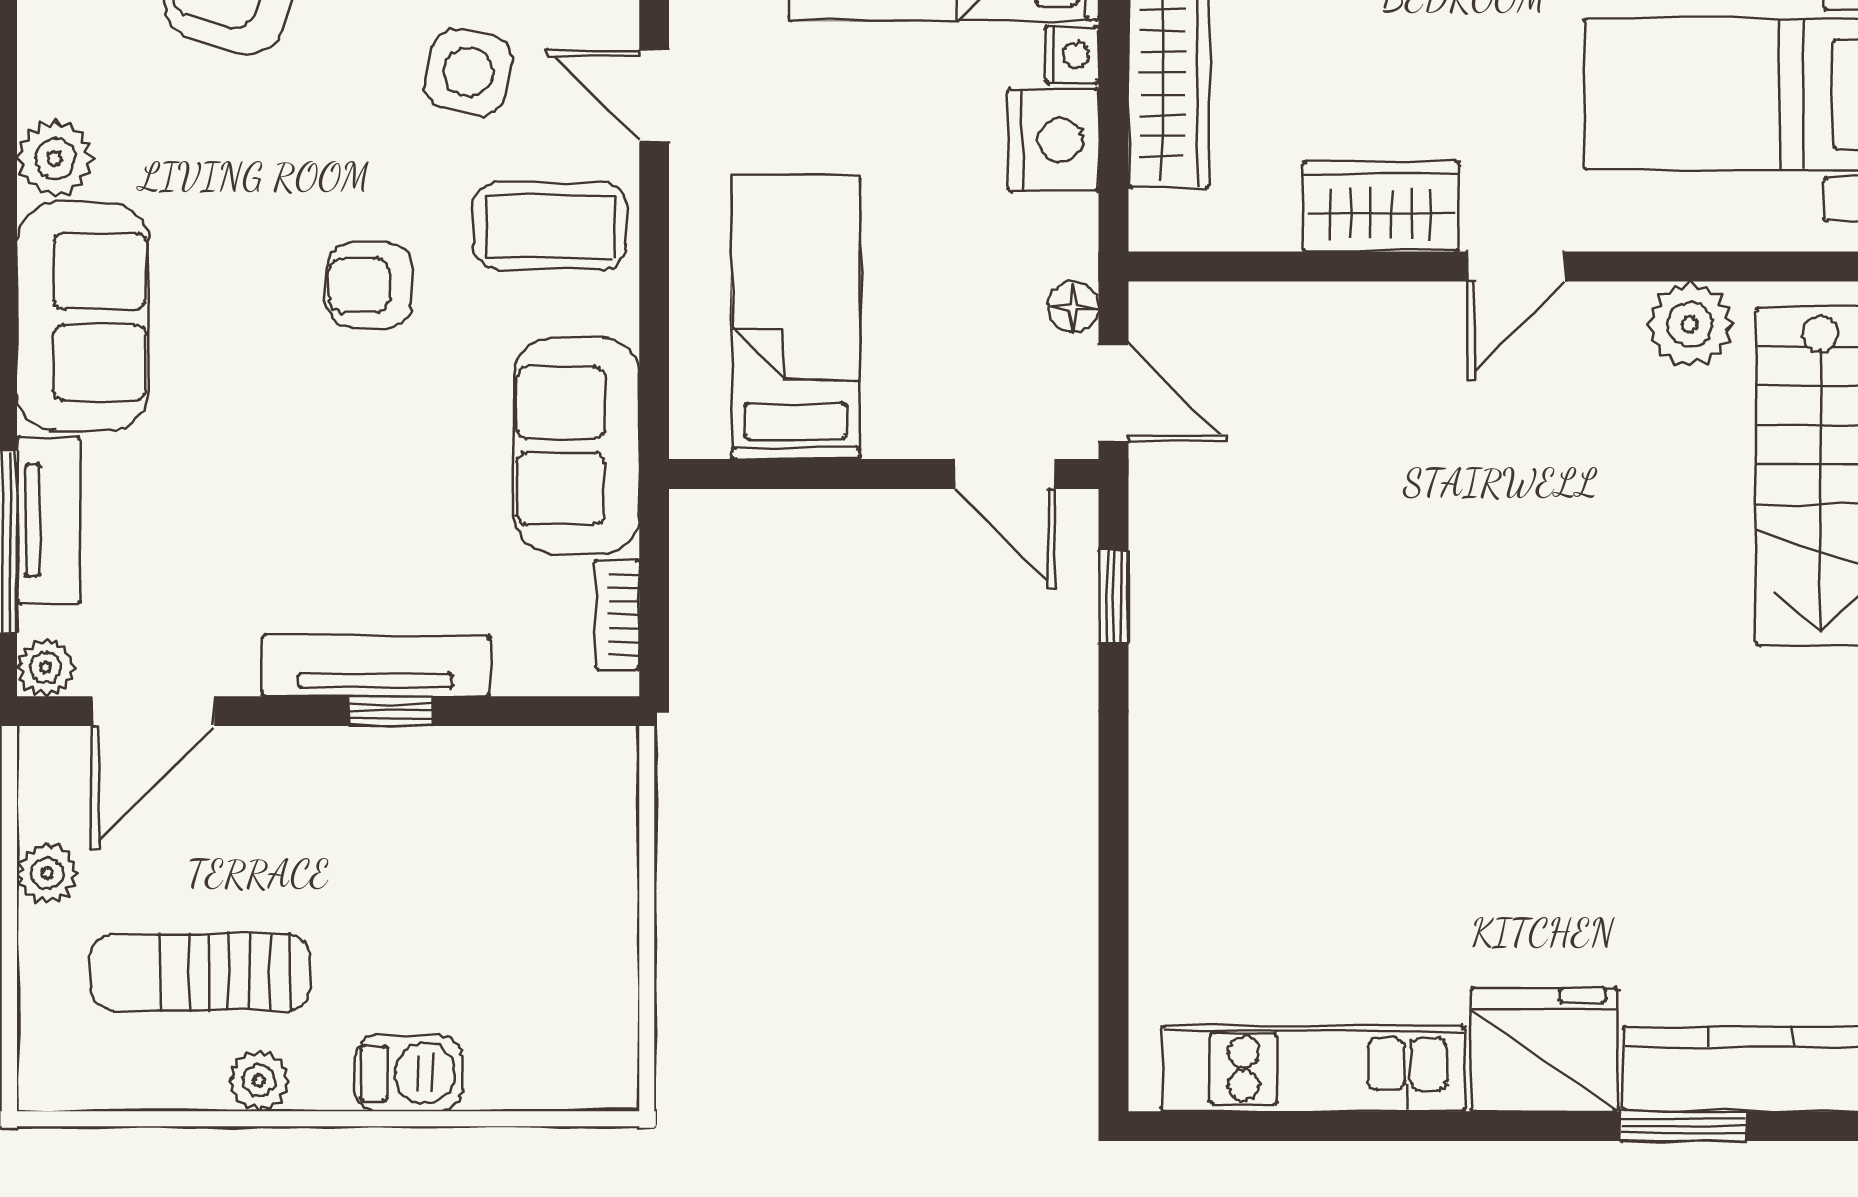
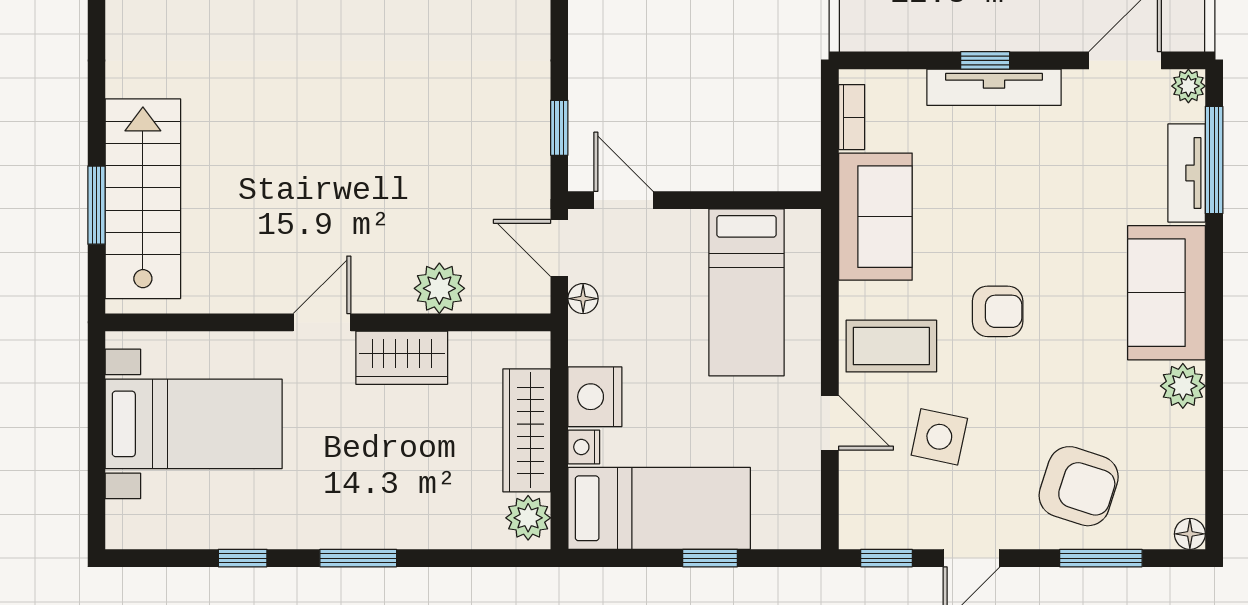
plant: (1690, 324) -> (439, 288), moved

